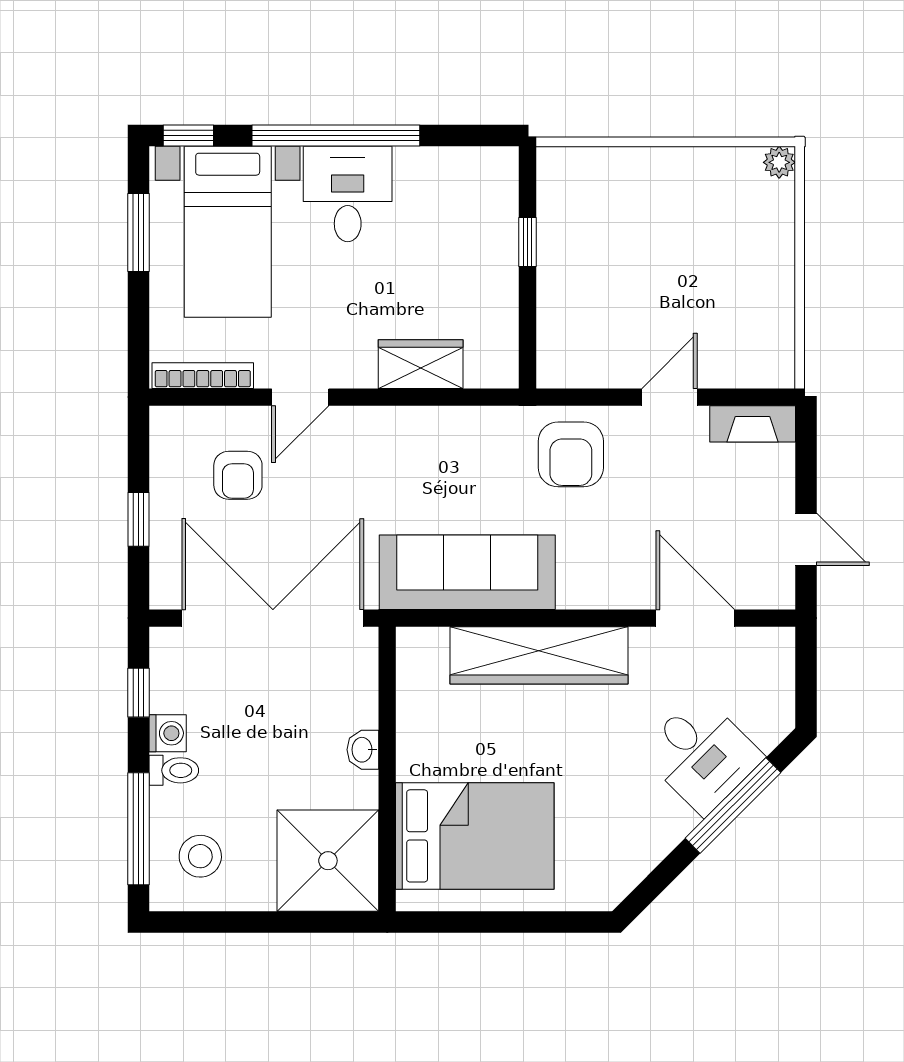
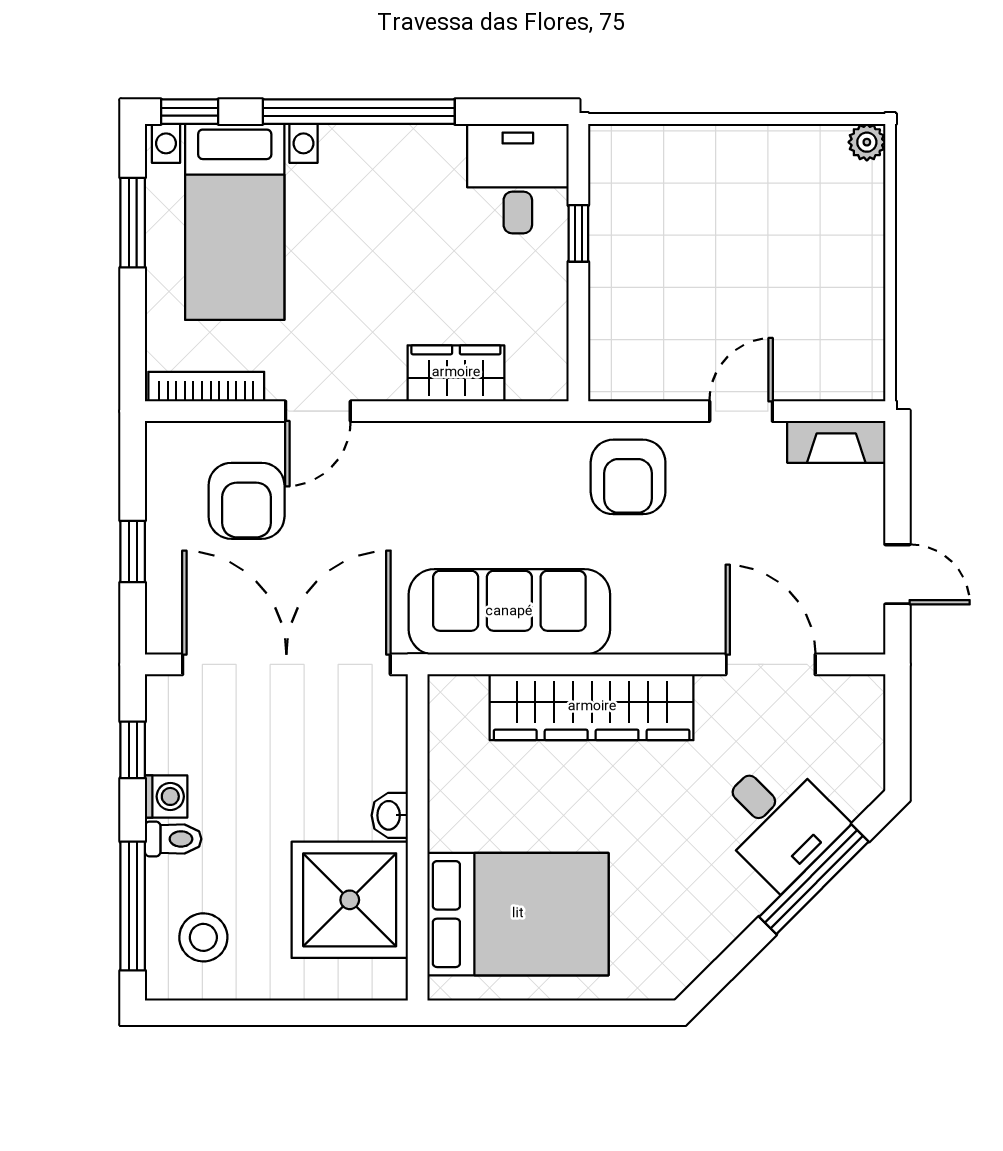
desk: (348, 194) -> (518, 179), moved
armchair: (238, 475) -> (247, 501), width x1.38, depth x1.38
shower: (328, 861) -> (350, 900), moved

